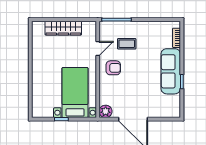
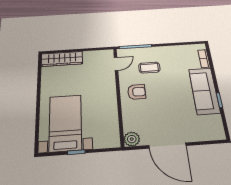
wardrobe: (63, 28) -> (62, 59), moved
door: (98, 48) -> (116, 64), moved
bed with nightstands: (75, 93) -> (65, 123), moved

